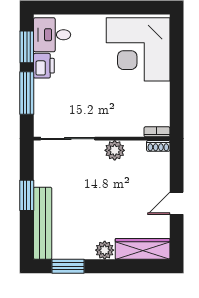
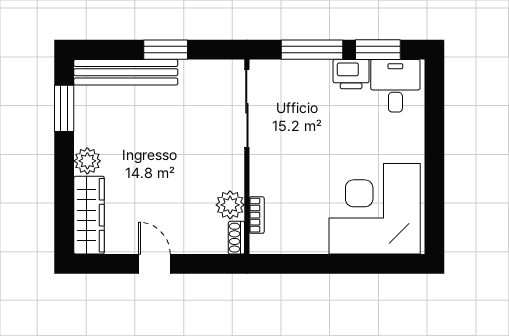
bookcase: (157, 132) -> (257, 215), moved
plant: (115, 150) -> (230, 205), moved

